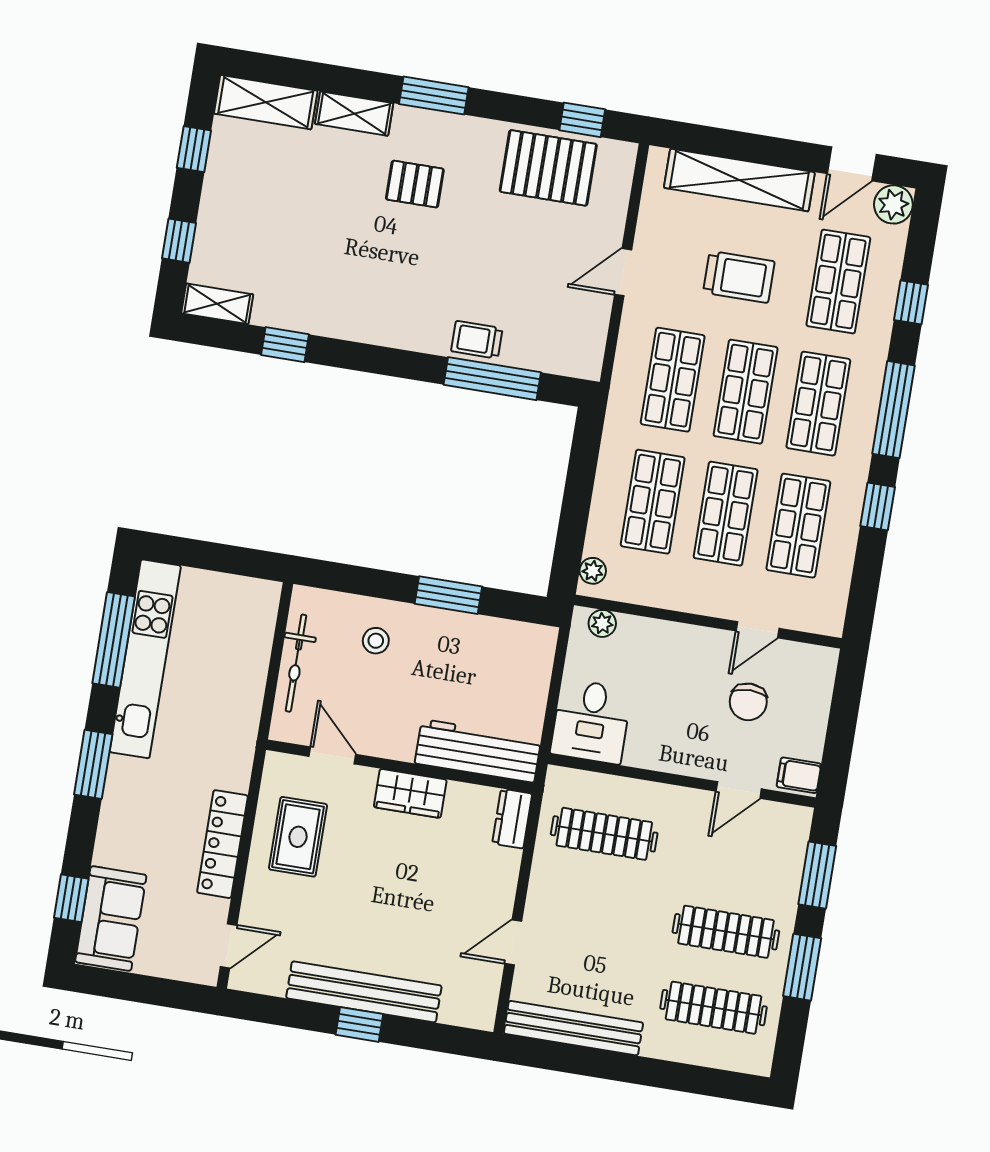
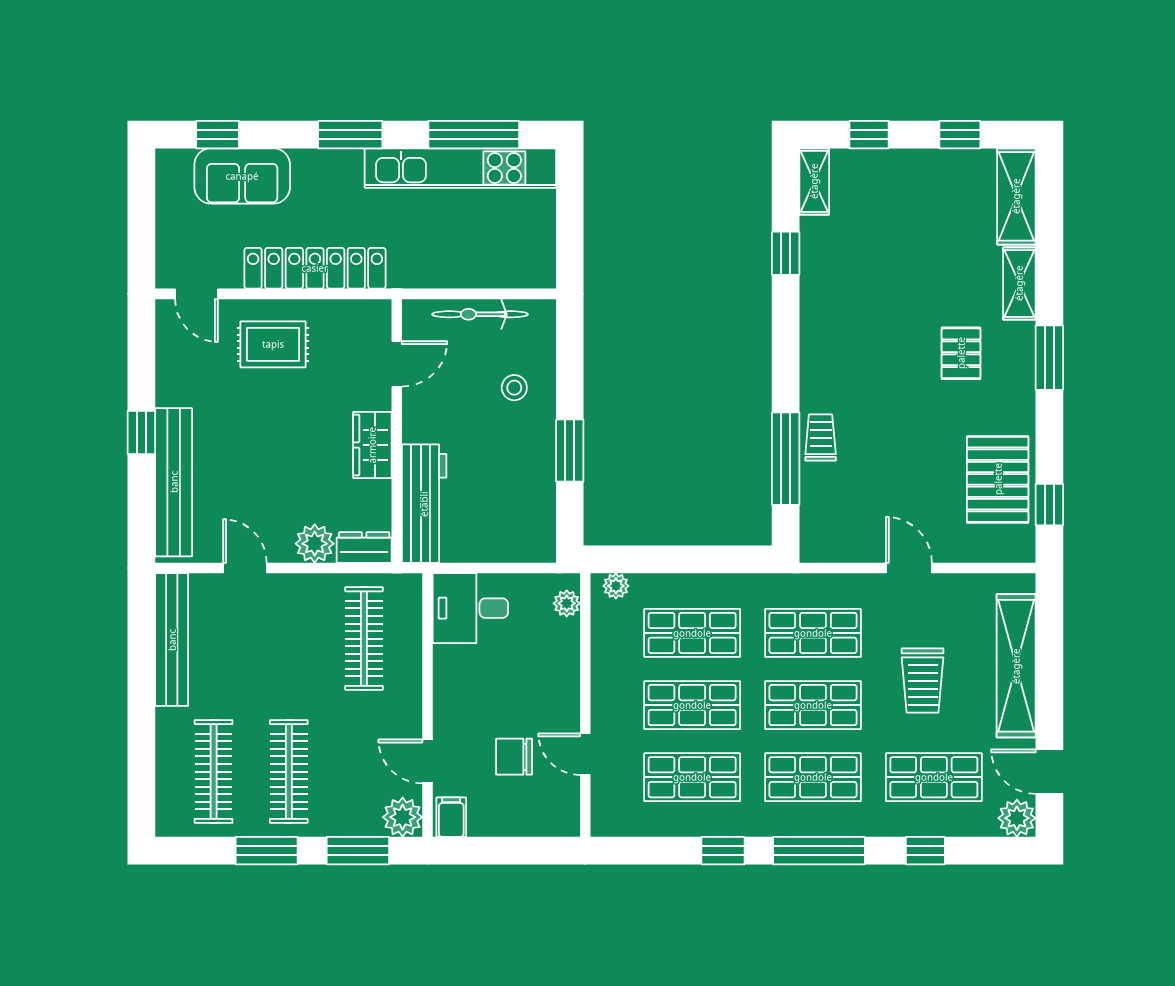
plant: (791, 824) -> (403, 817), added
rug: (298, 837) -> (273, 344), moved
locker: (222, 844) -> (315, 268), width x1.41, depth x1.21
plant: (500, 868) -> (315, 544), added
sofa: (111, 919) -> (242, 176), moved
bench: (364, 992) -> (174, 482), moved

